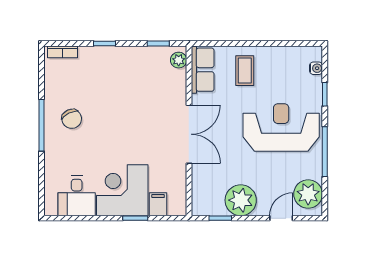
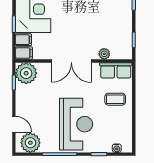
plant: (179, 60) -> (104, 54), moved
plant: (241, 200) -> (26, 73), moved
filing cabinet: (177, 204) -> (24, 53), added

